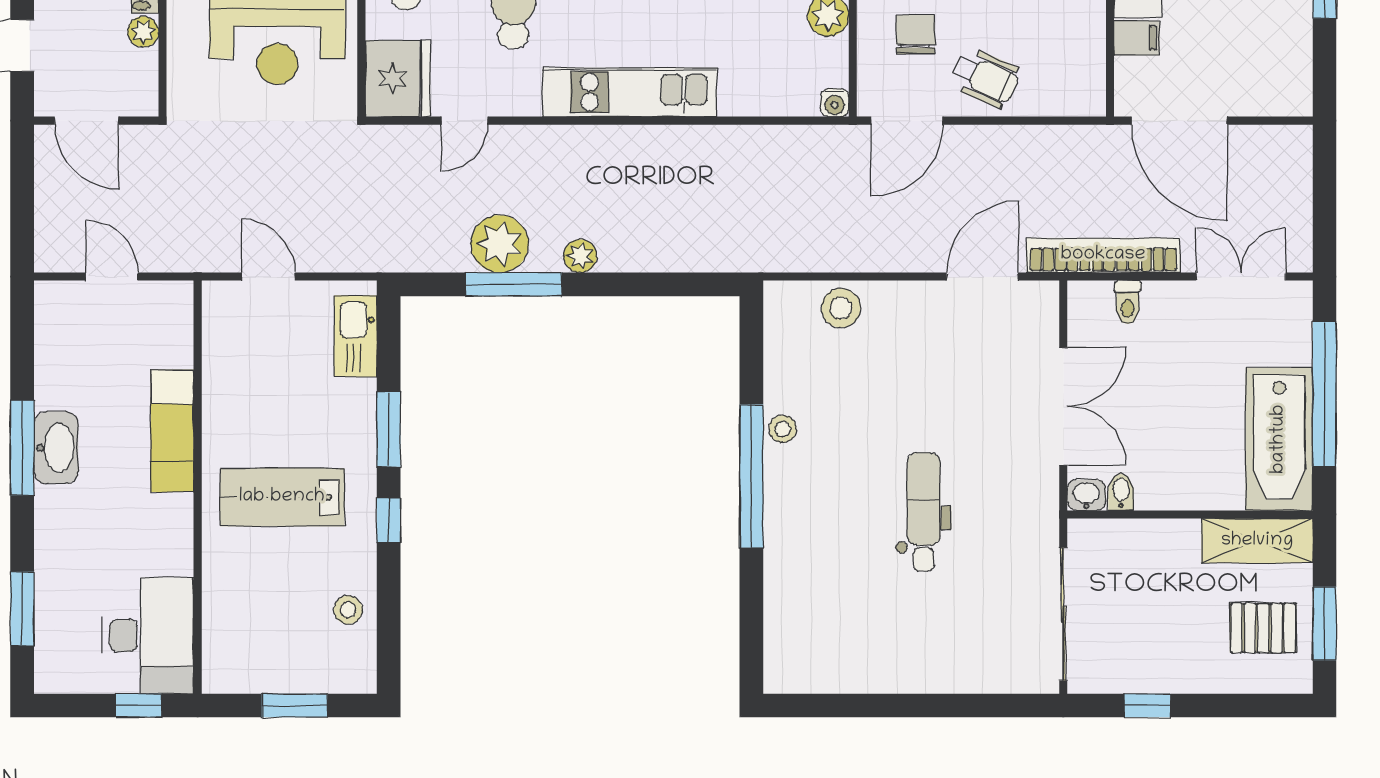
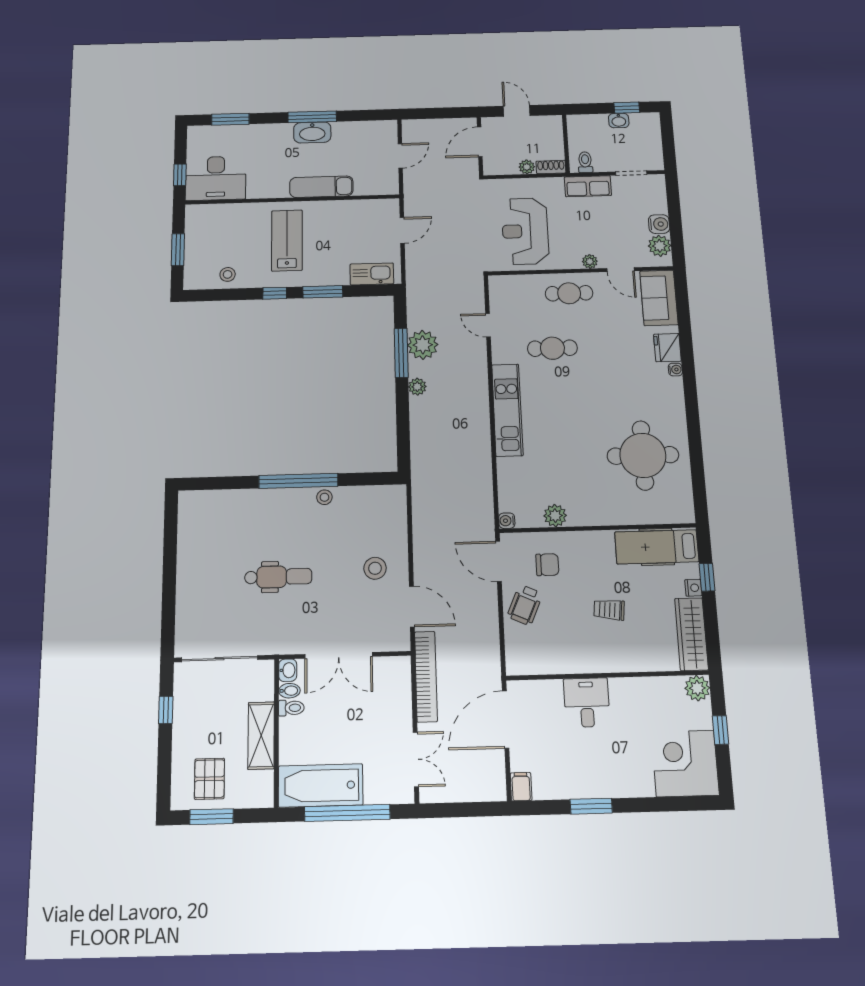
filing cabinet: (1137, 38) -> (521, 787), moved, turned 180
fridge: (398, 78) -> (509, 291), removed
toilet: (1128, 302) -> (291, 708), moved, turned 180
stool: (841, 308) -> (375, 568), moved
shelving: (1257, 541) -> (261, 736), moved

